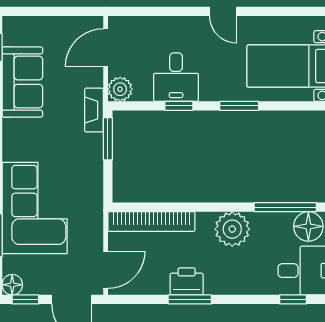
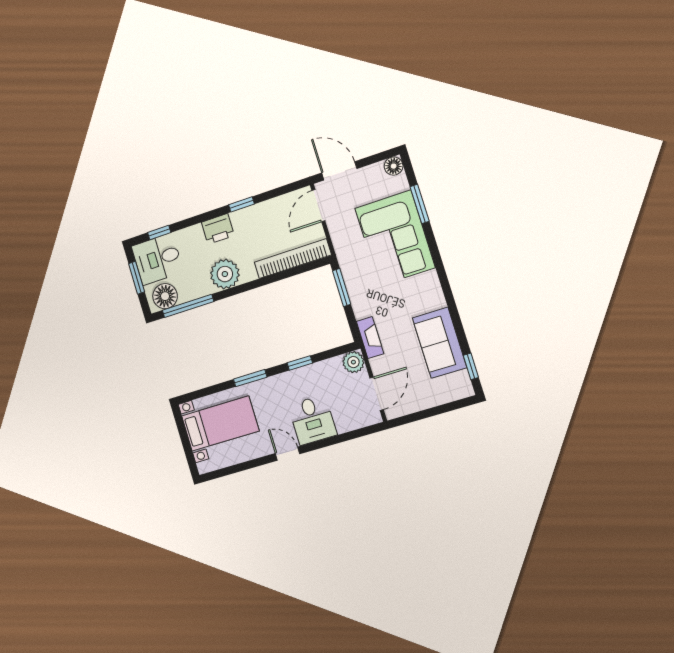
desk: (176, 77) -> (312, 420), moved, turned 180
window: (108, 139) -> (342, 288), moved
printer: (187, 281) -> (218, 229), moved
window: (25, 299) -> (378, 157), removed
window: (190, 299) -> (241, 204), width x0.67

